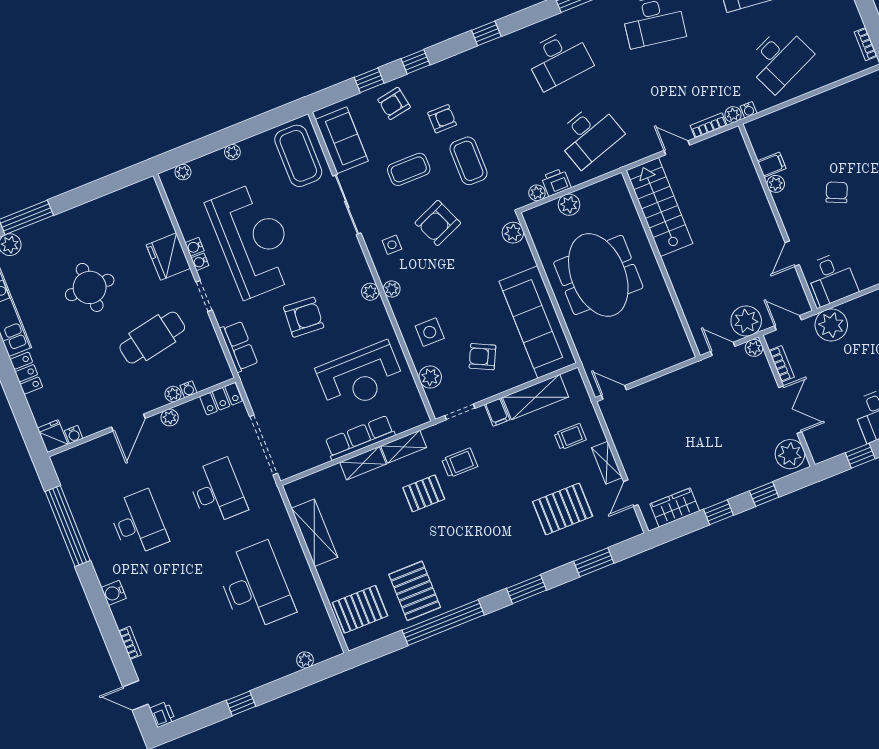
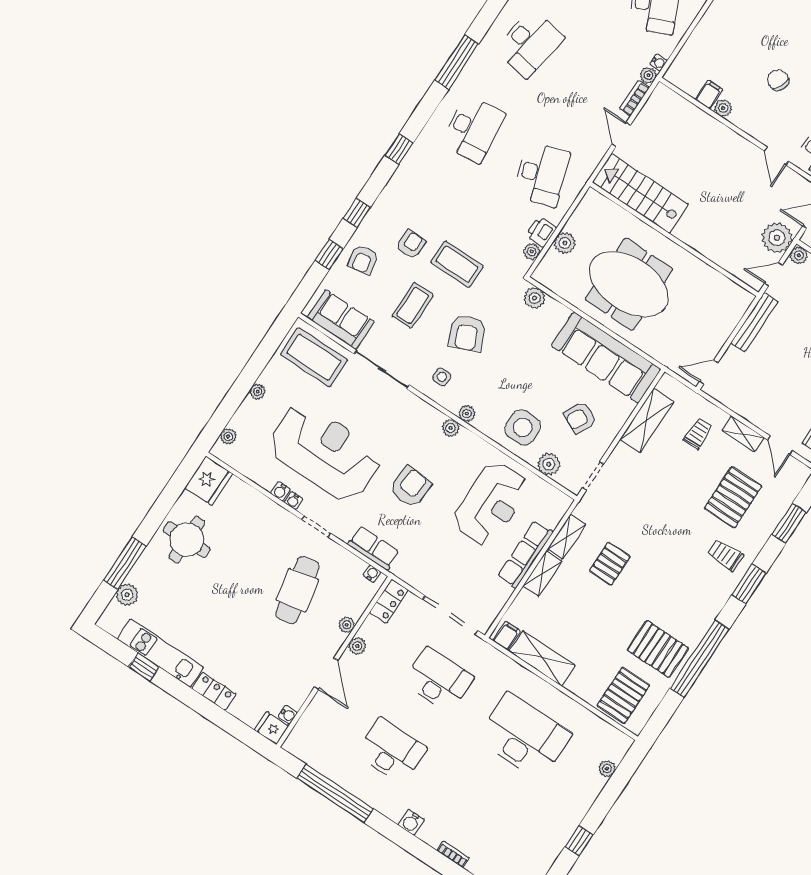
door: (677, 148) -> (621, 135), hinge flipped
fridge: (168, 257) -> (209, 481), moved, turned -90
round table: (90, 287) -> (187, 540), moved
side table: (430, 332) -> (523, 427), width x1.37, depth x1.37
bench: (680, 377) -> (754, 322), added
water cooler: (188, 389) -> (372, 574), moved, turned -90
filing cabinet: (497, 412) -> (507, 636), moved, turned -90
trolley: (460, 463) -> (725, 555), moved, turned -90

